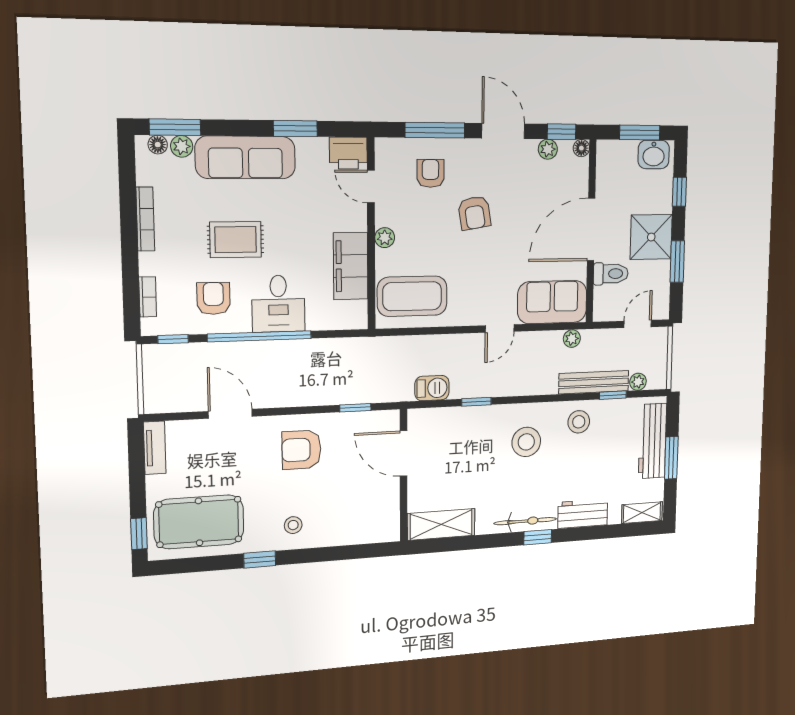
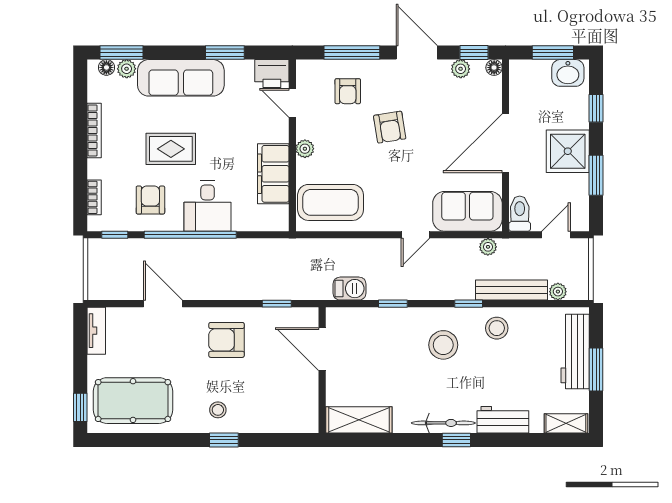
armchair: (430, 173) -> (348, 91), turned 180
toilet: (611, 274) -> (520, 214), moved, turned -90
window: (613, 395) -> (469, 304), moved
window: (260, 560) -> (224, 440), moved

